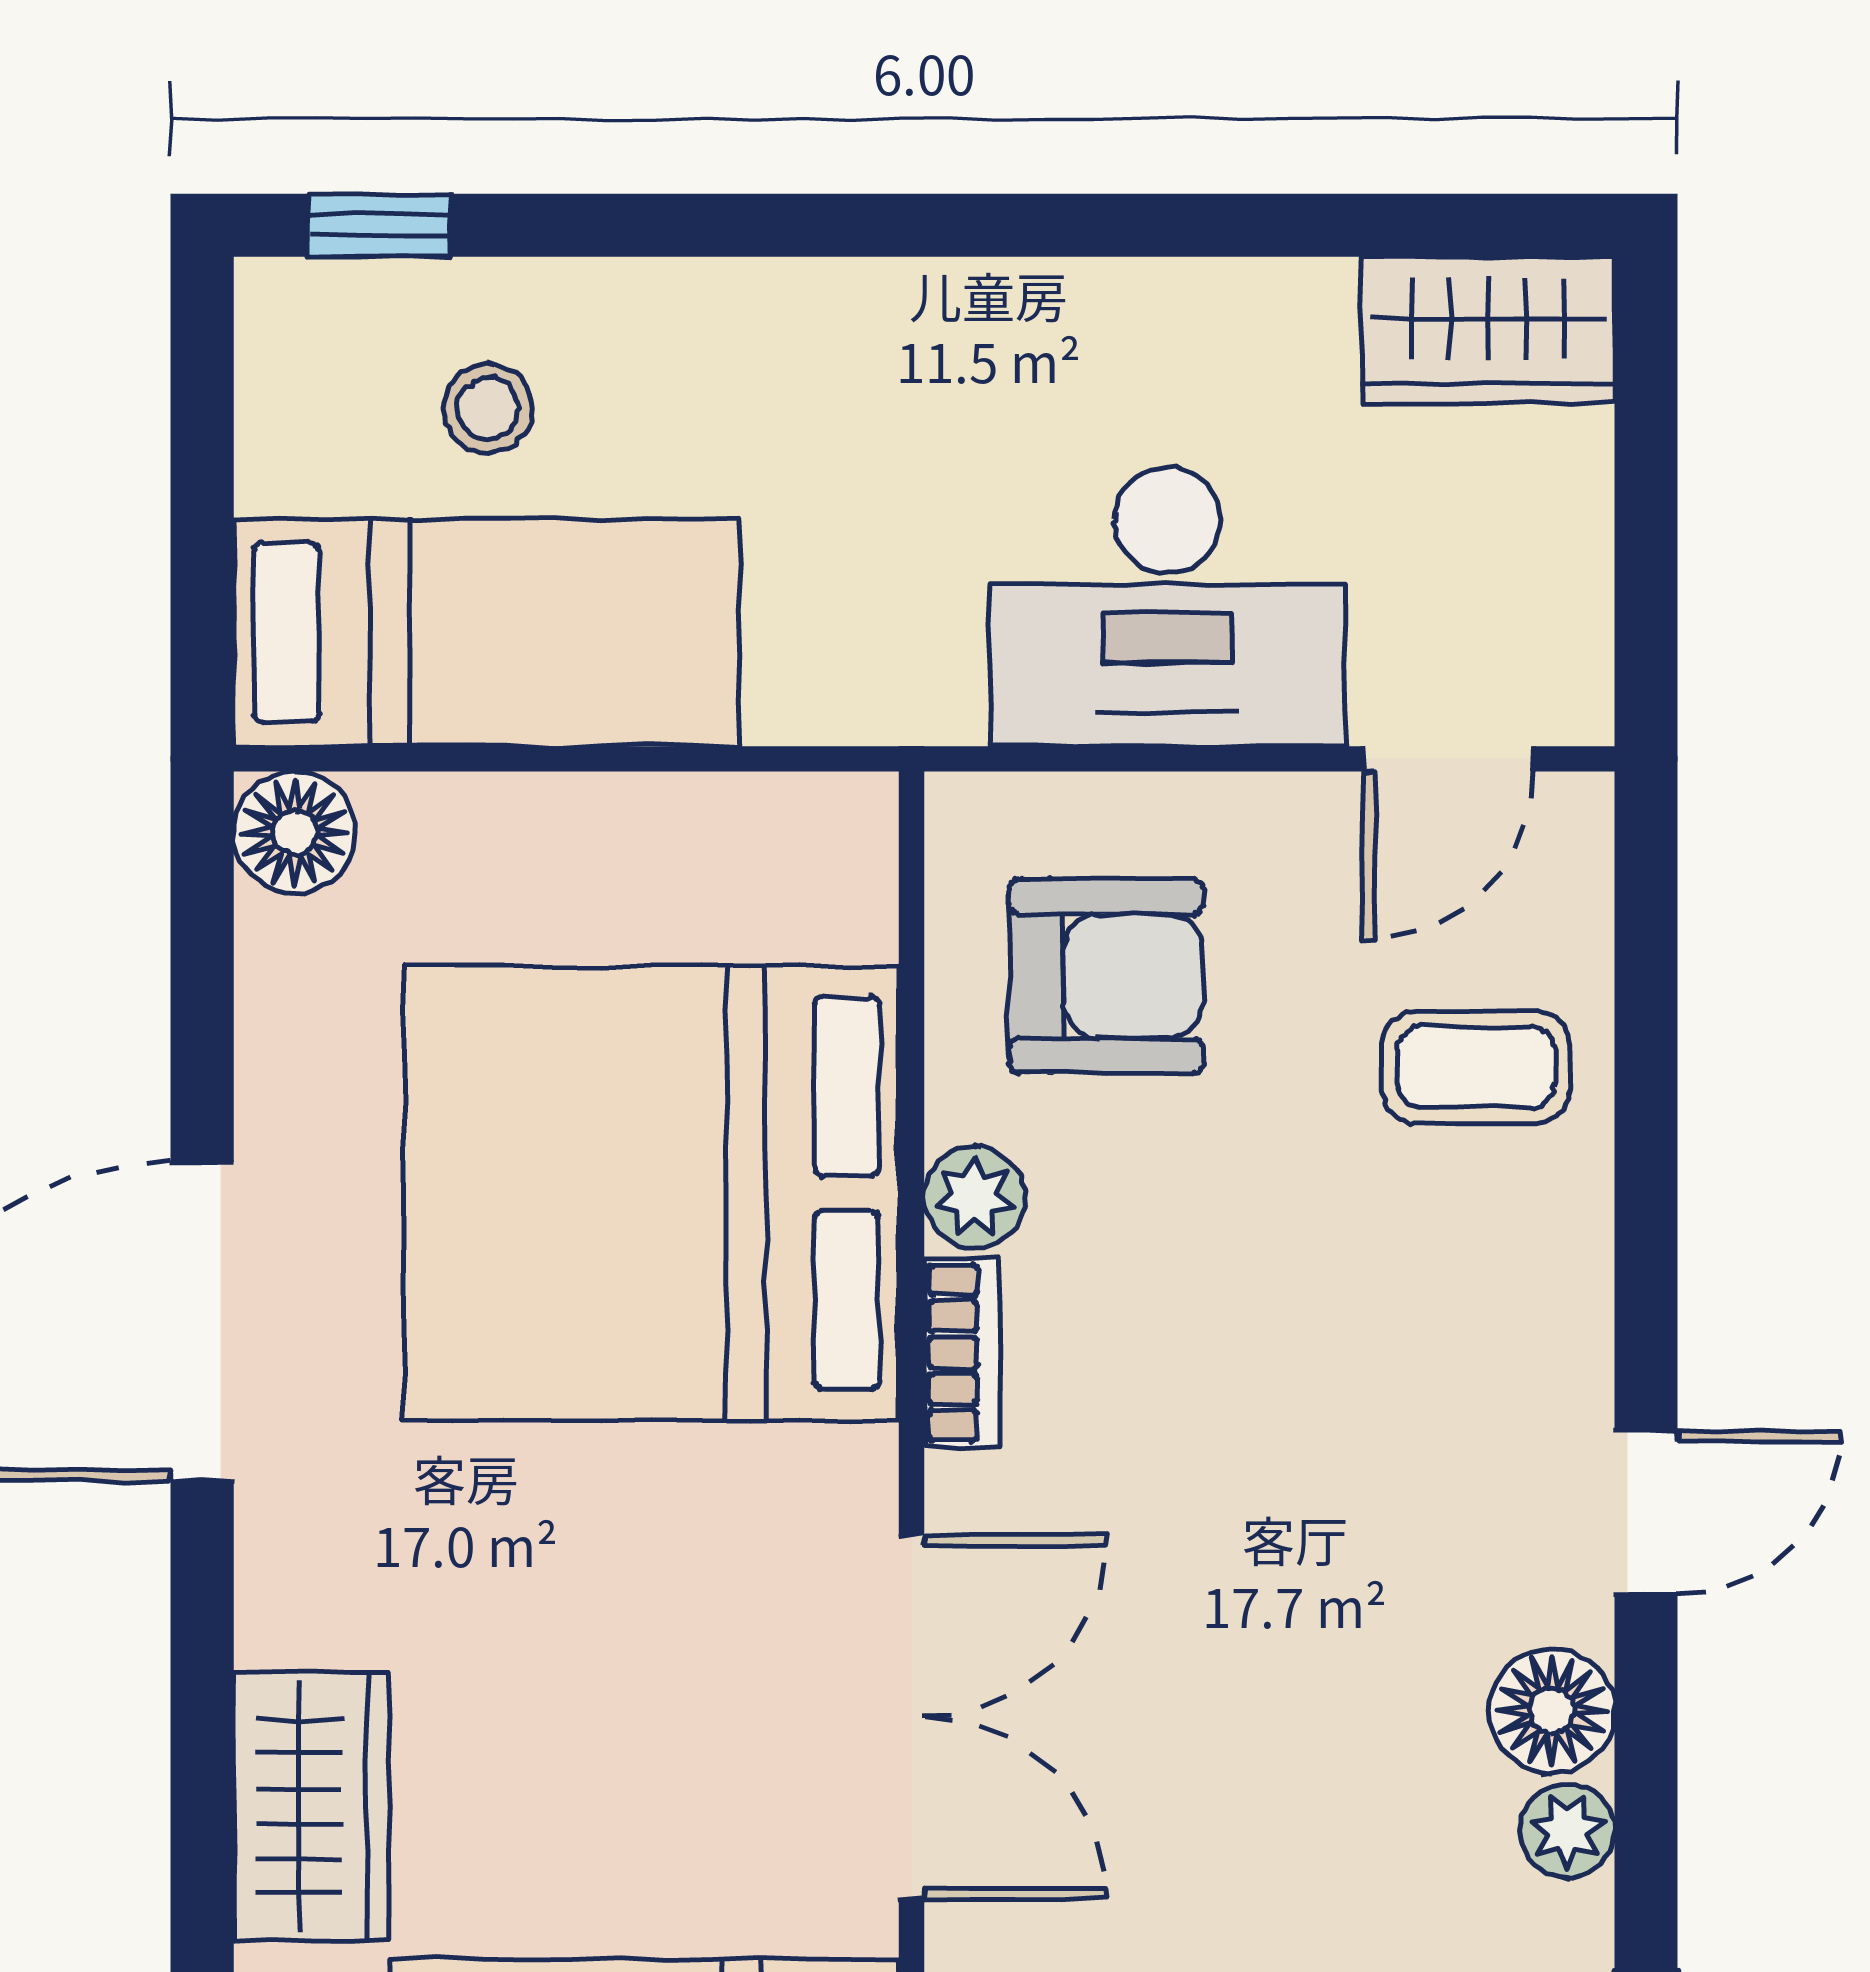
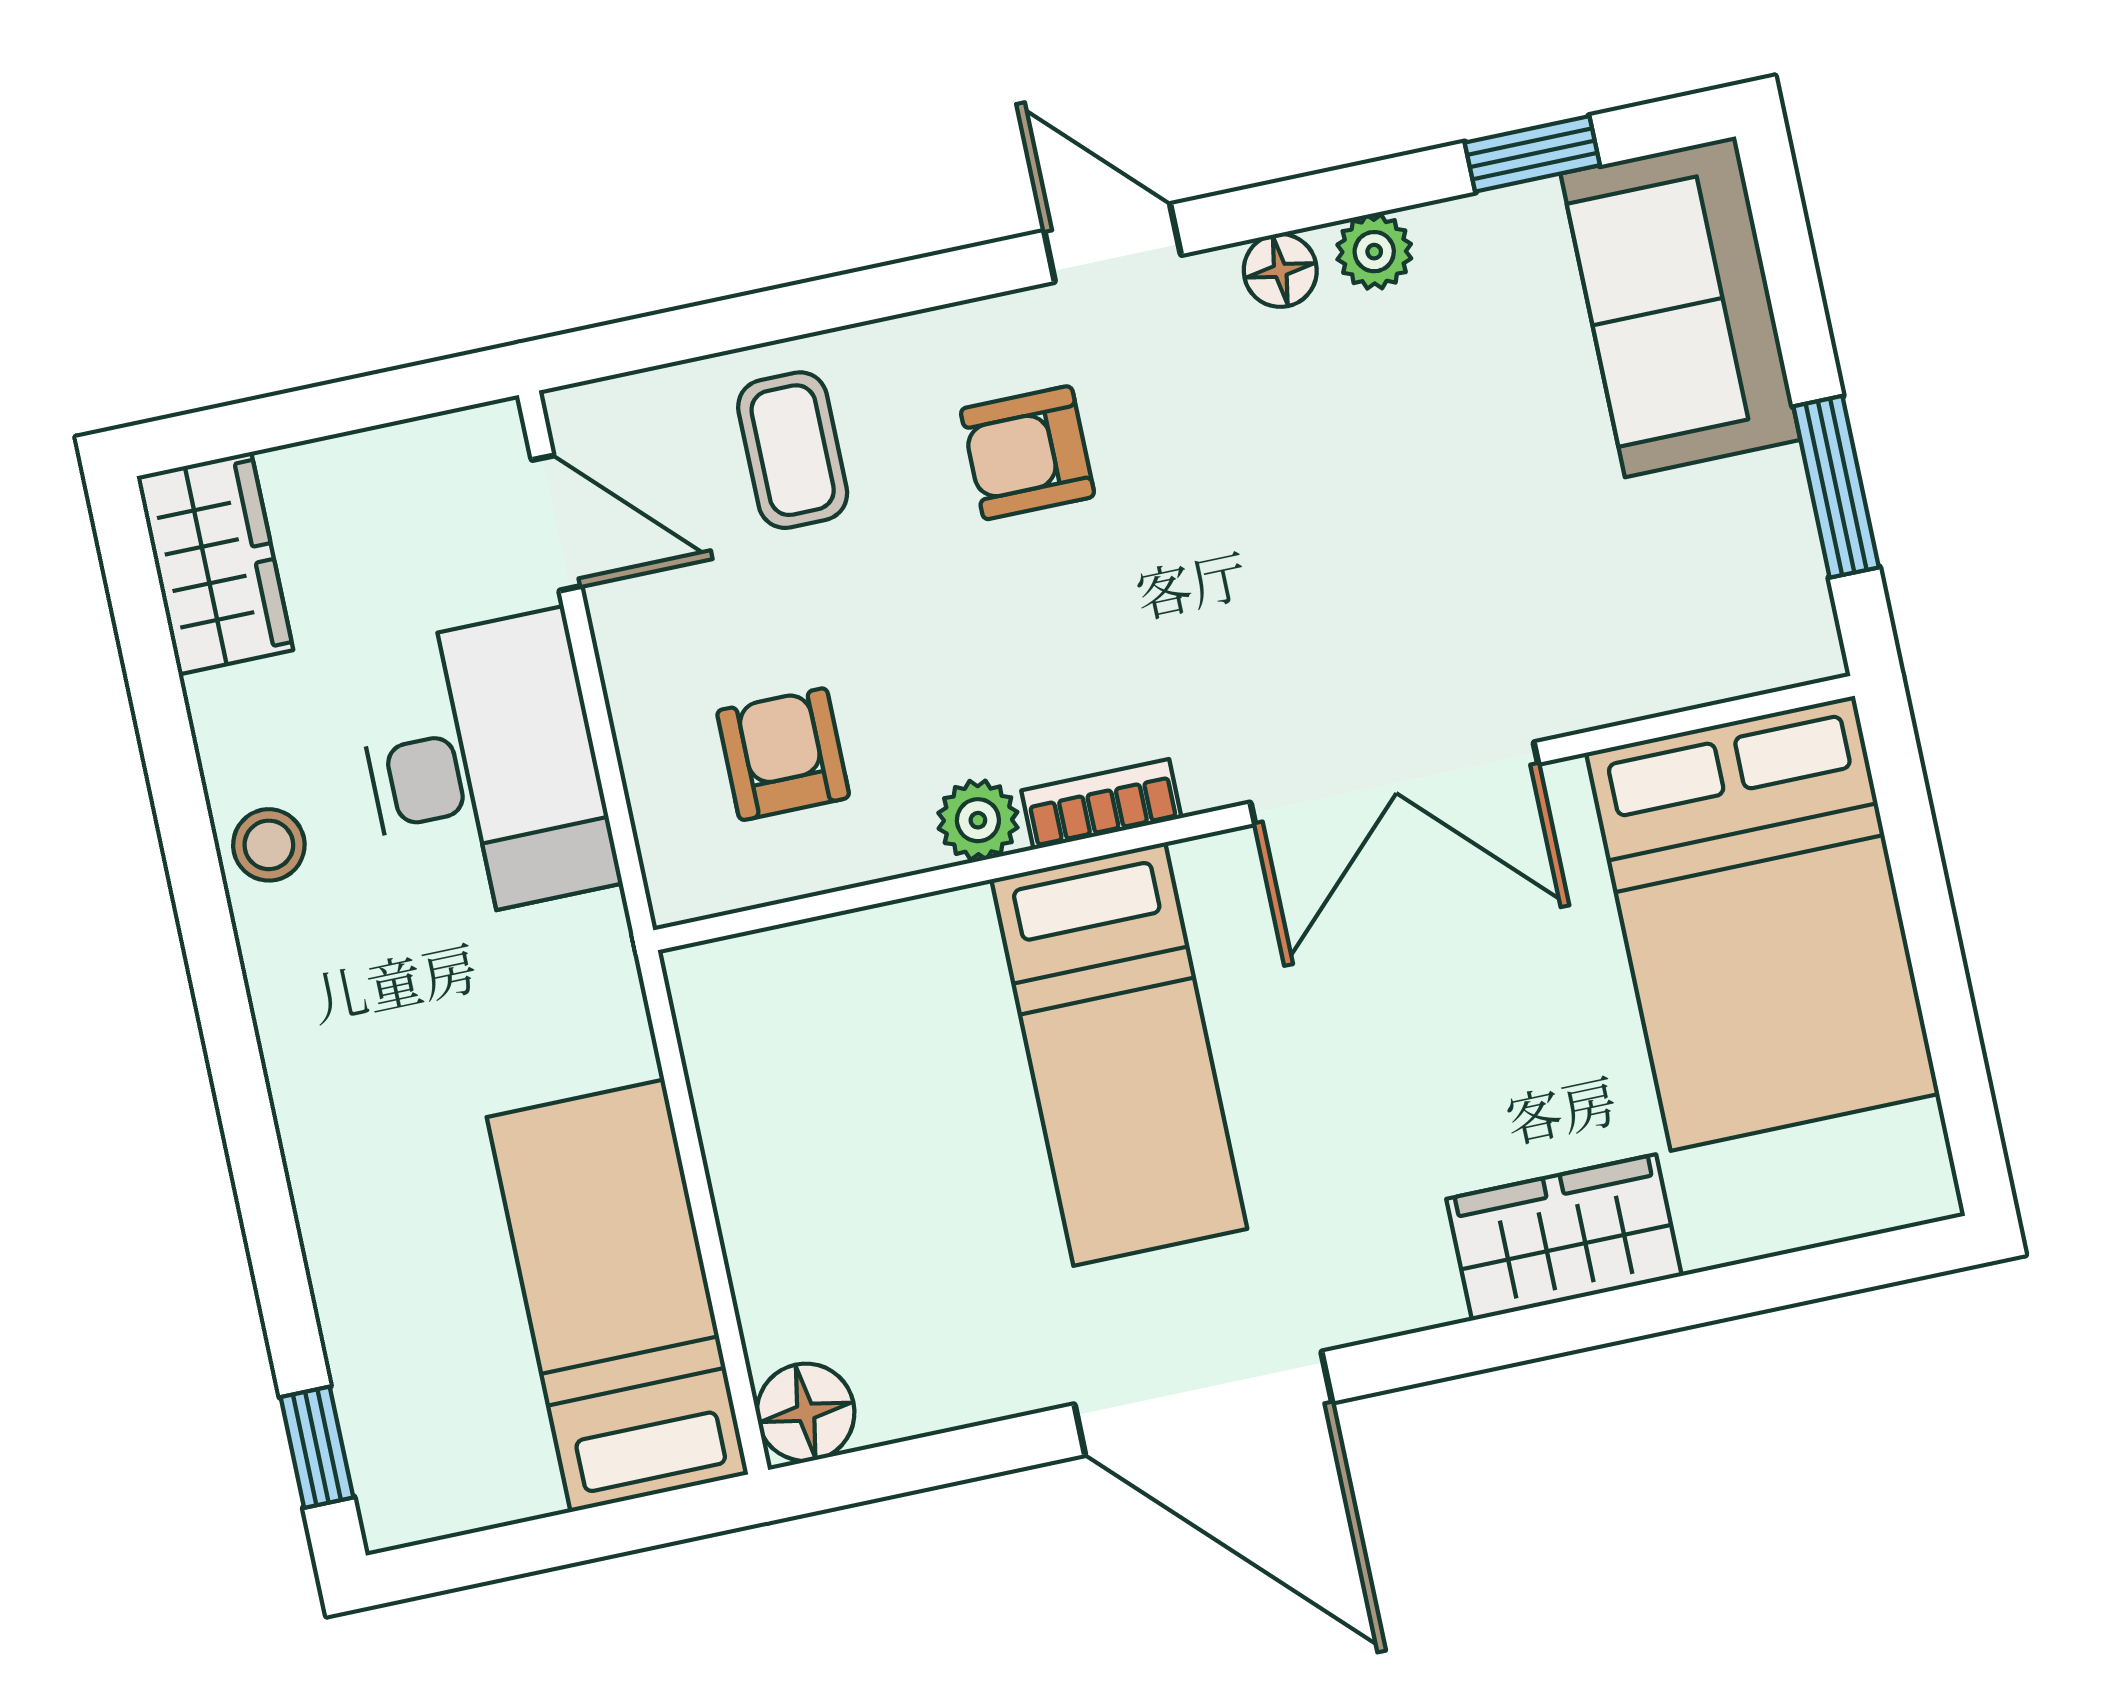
stool: (488, 408) -> (269, 845), moved
armchair: (1106, 976) -> (783, 754), width x0.72, depth x0.72
bed: (652, 1193) -> (1119, 1054), width x0.49
armchair: (1411, 1354) -> (1028, 453), added
floor lamp: (1552, 1711) -> (1280, 270), width x0.73, depth x0.73
double door: (912, 1717) -> (1394, 783), swing flipped

